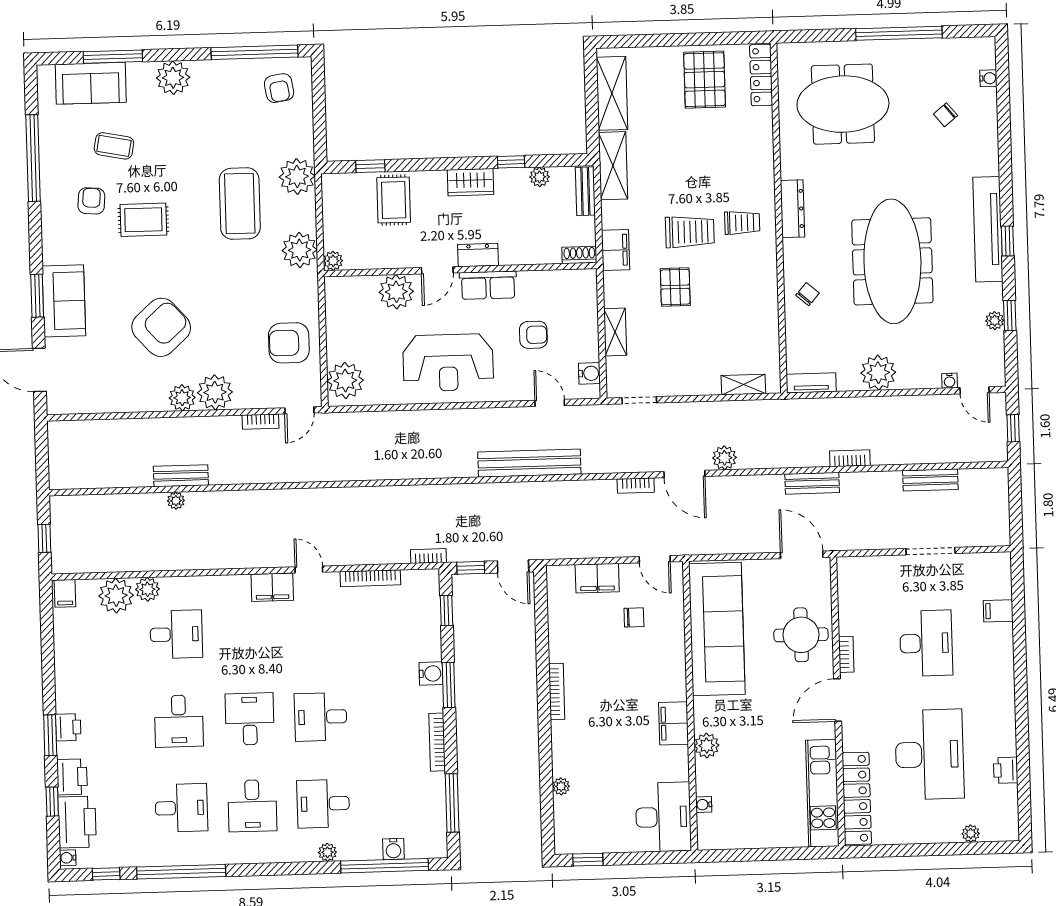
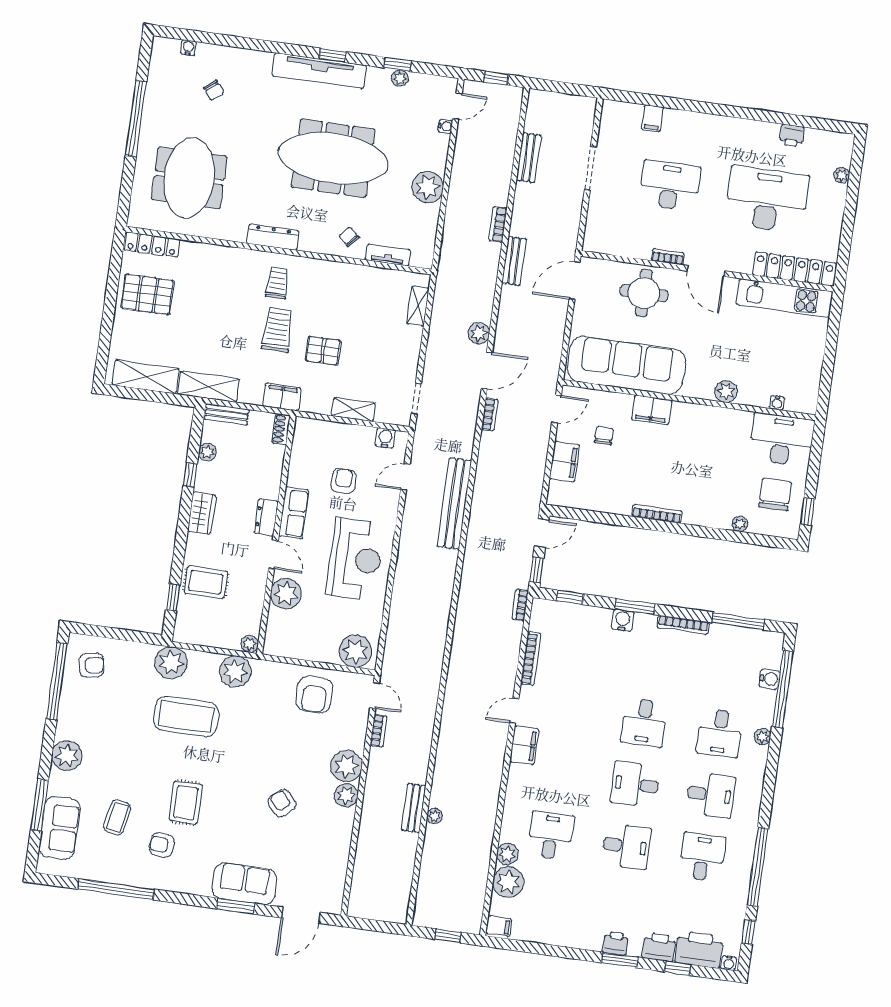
armchair: (161, 327) -> (282, 803), width x0.53, depth x0.53
tv unit: (811, 383) -> (388, 255), moved, turned 90
filing cabinet: (673, 723) -> (652, 410), moved
chair: (601, 820) -> (775, 494), added

